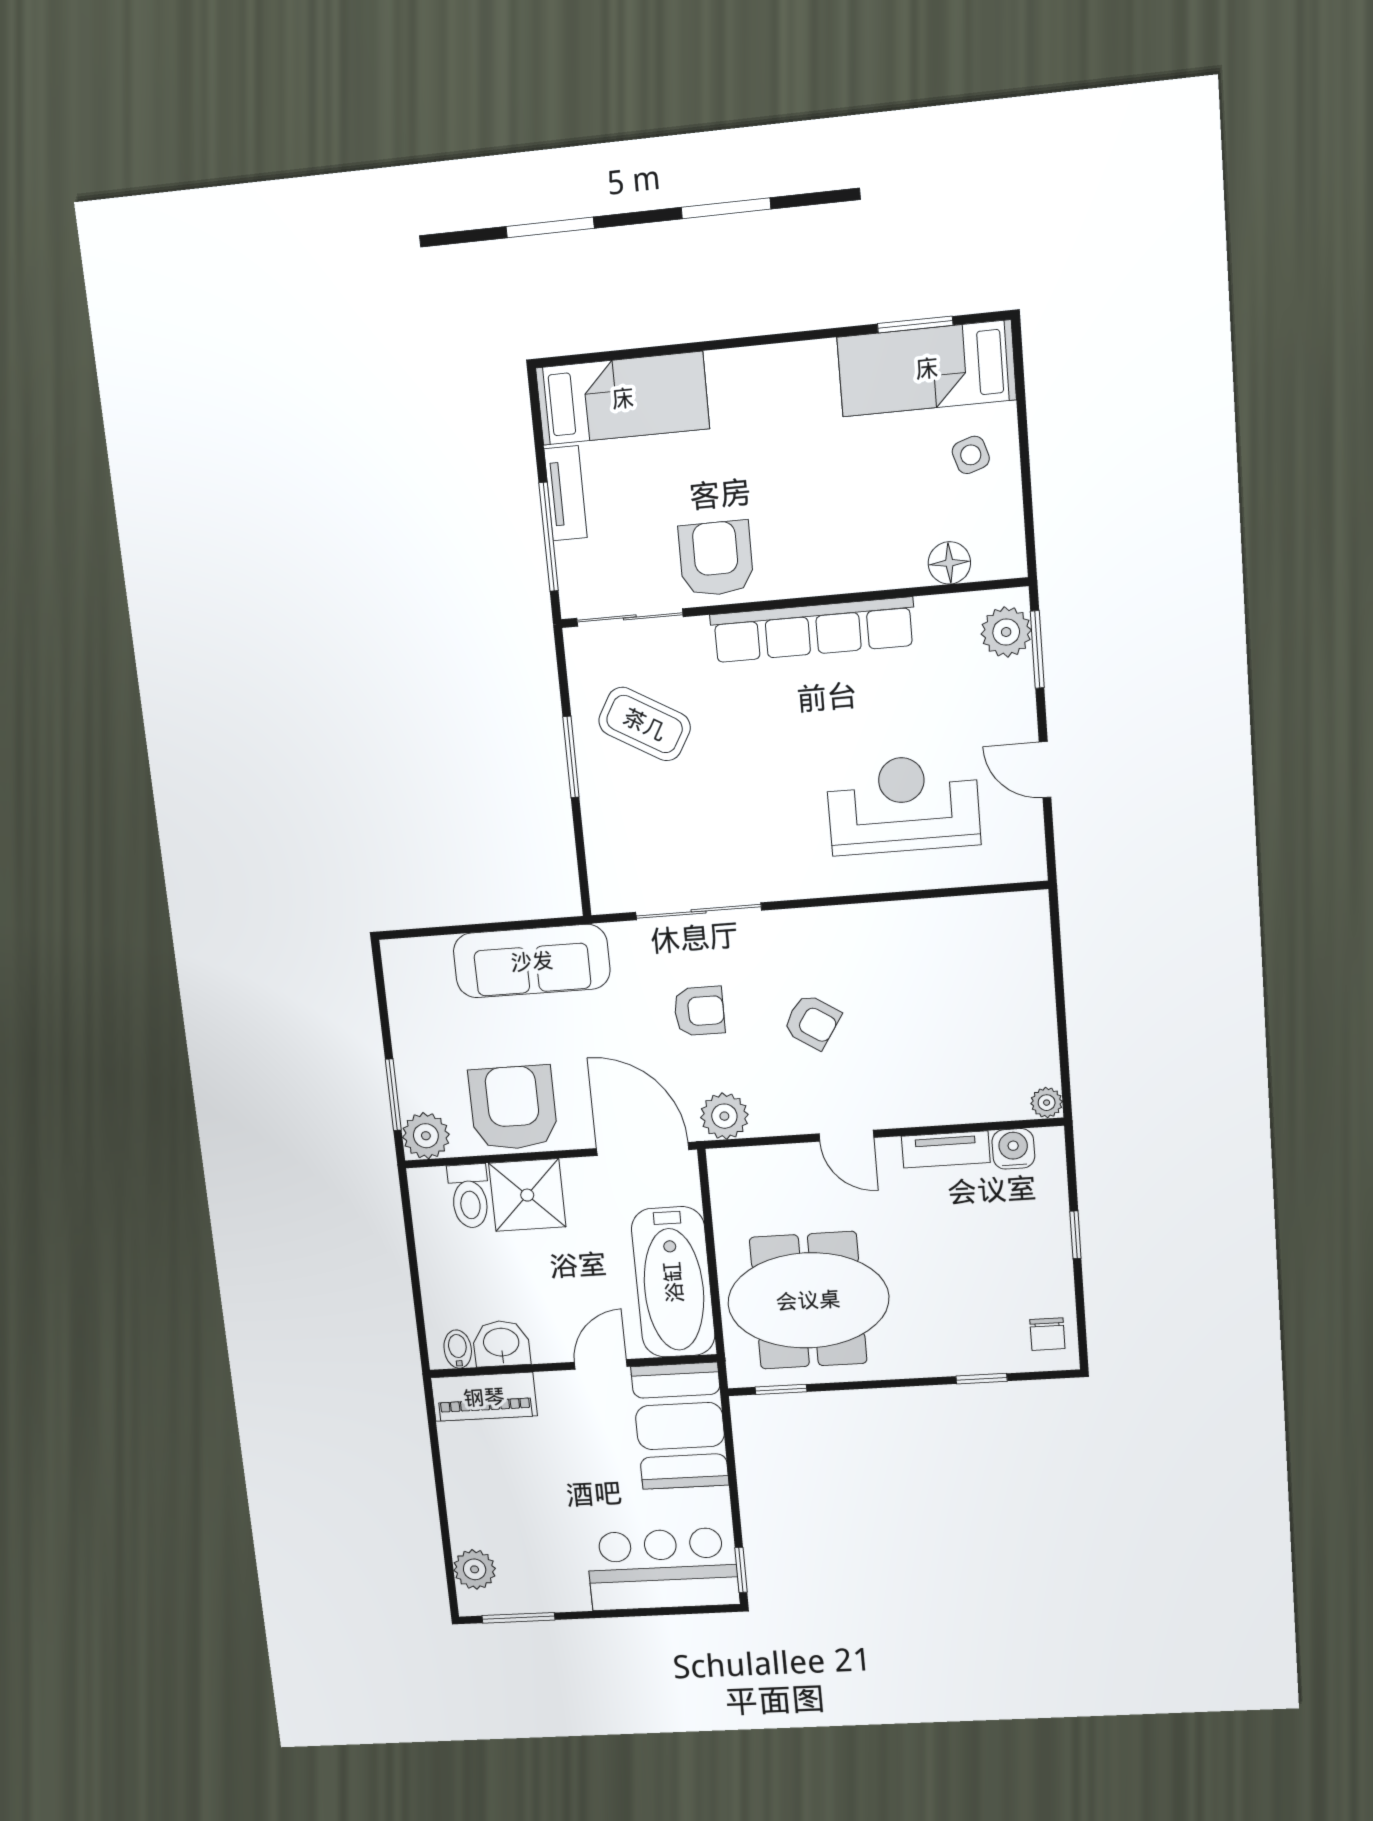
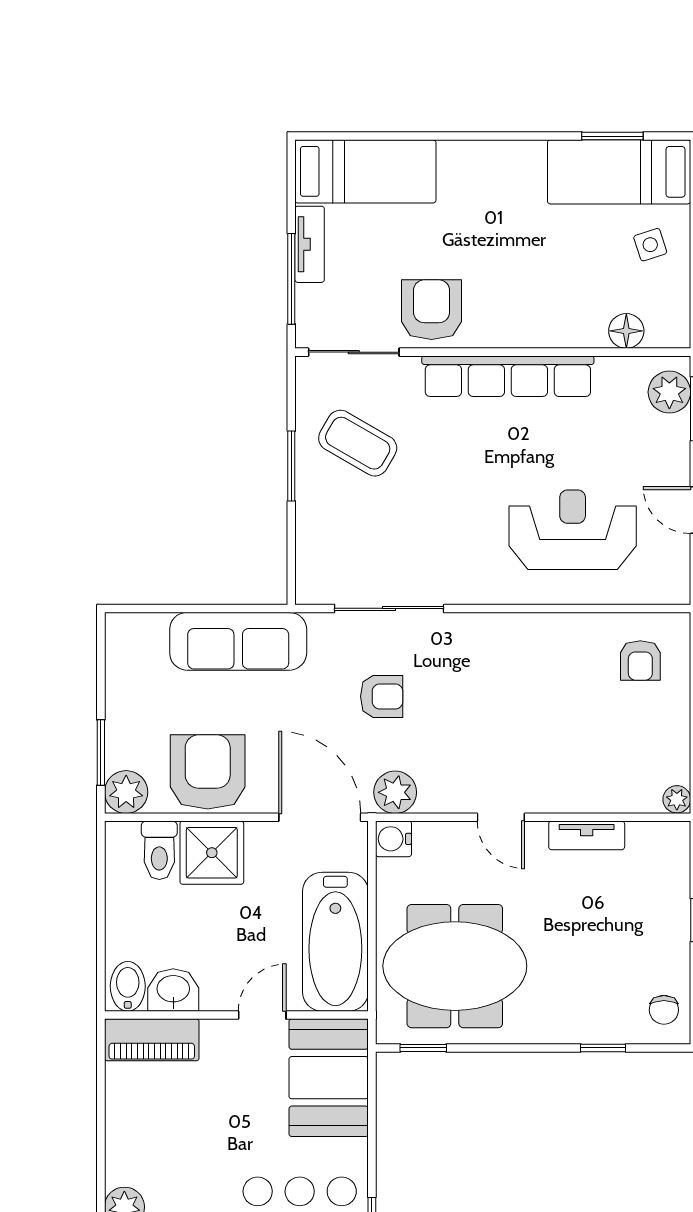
armchair: (812, 1022) -> (640, 661), moved, turned 57
water cooler: (1013, 1149) -> (393, 839), moved, turned -90
bidet: (458, 1349) -> (128, 986), width x1.38, depth x1.36

